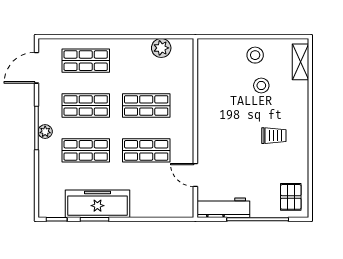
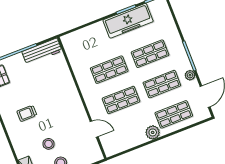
plant: (161, 48) -> (153, 132), moved
plant: (45, 132) -> (190, 75), moved
door: (195, 175) -> (94, 129), moved

